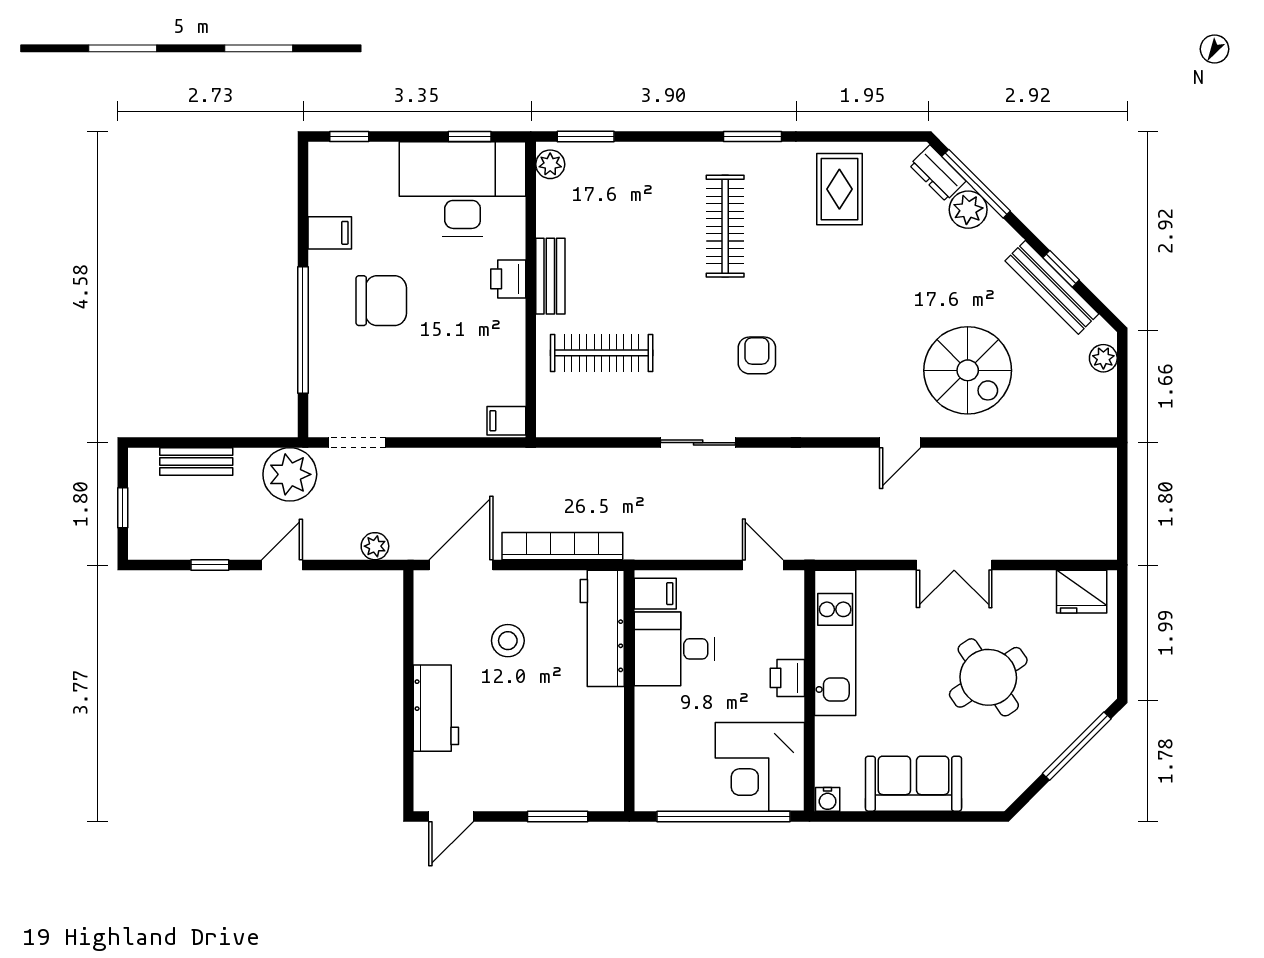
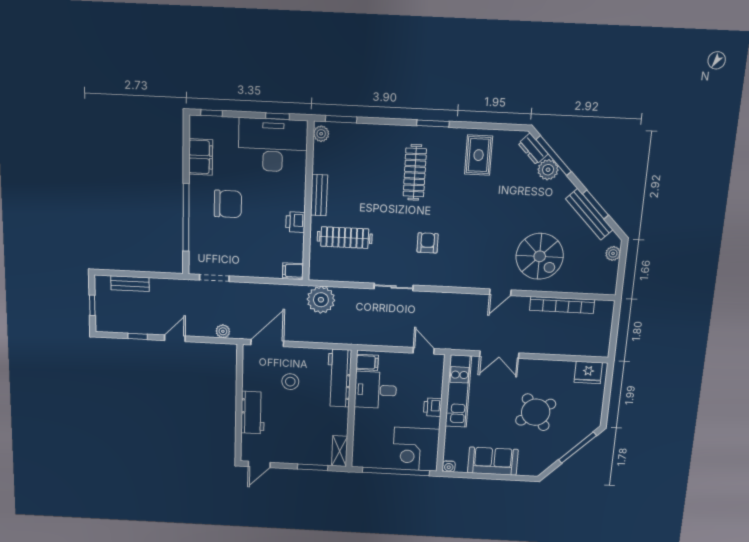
filing cabinet: (330, 233) -> (201, 157), width x2.00
window: (1061, 269) -> (595, 204), width x1.50
printer: (508, 279) -> (295, 222), moved
plant: (290, 474) -> (321, 300), moved
bookcase: (562, 546) -> (562, 305), moved, turned 180
double door: (954, 565) -> (499, 355), moved
shelving: (610, 779) -> (340, 451), added

